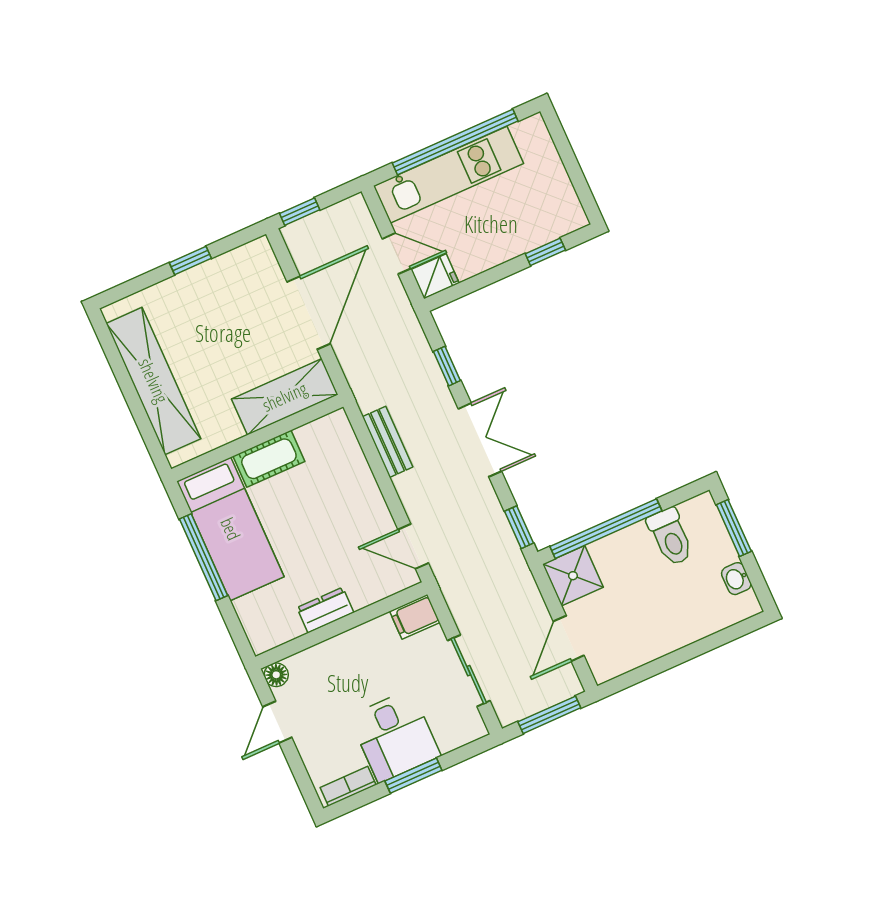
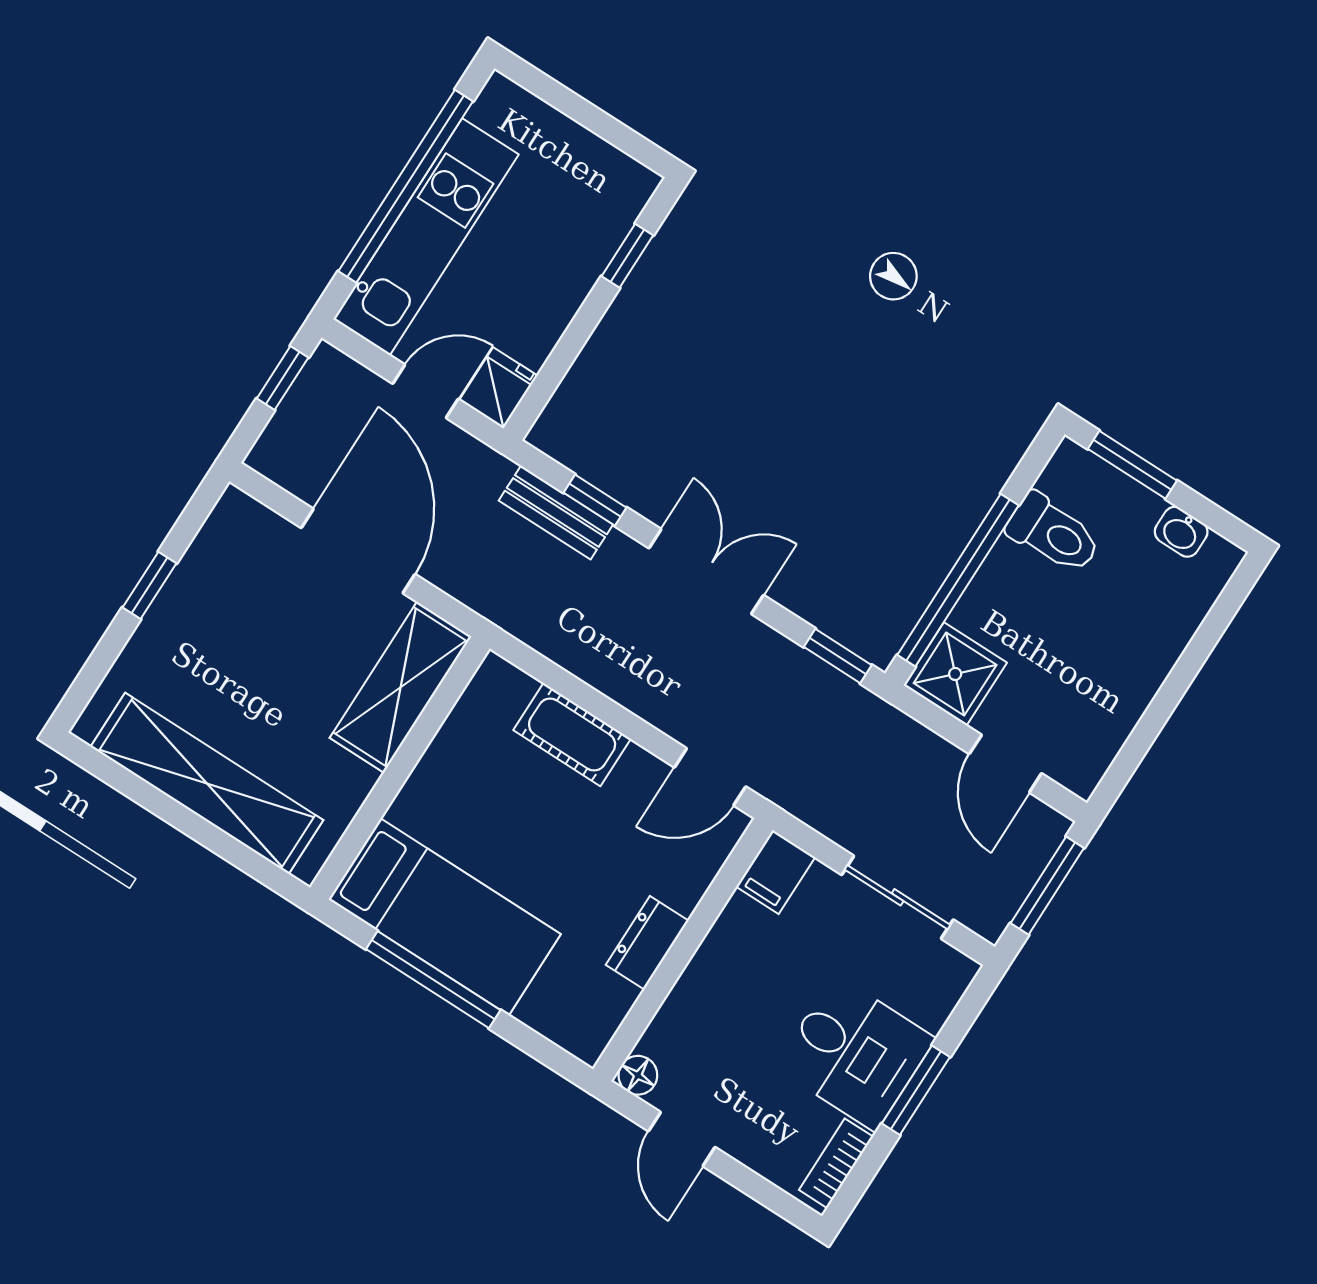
window: (300, 212) -> (283, 378), moved
bench: (388, 442) -> (556, 512), moved
cot: (269, 459) -> (572, 734), moved, turned 90

